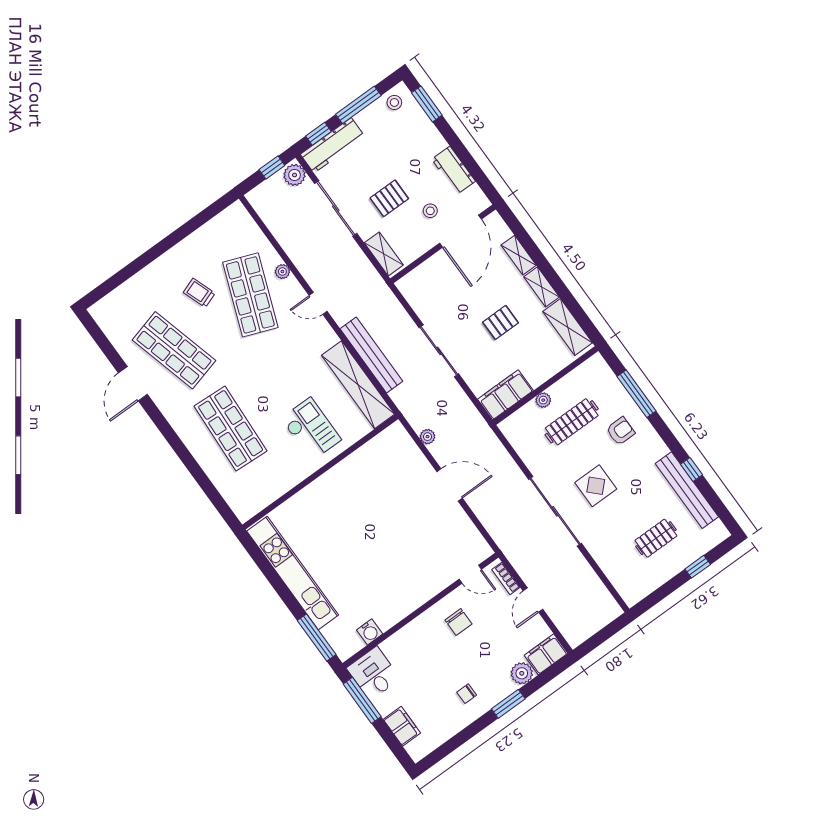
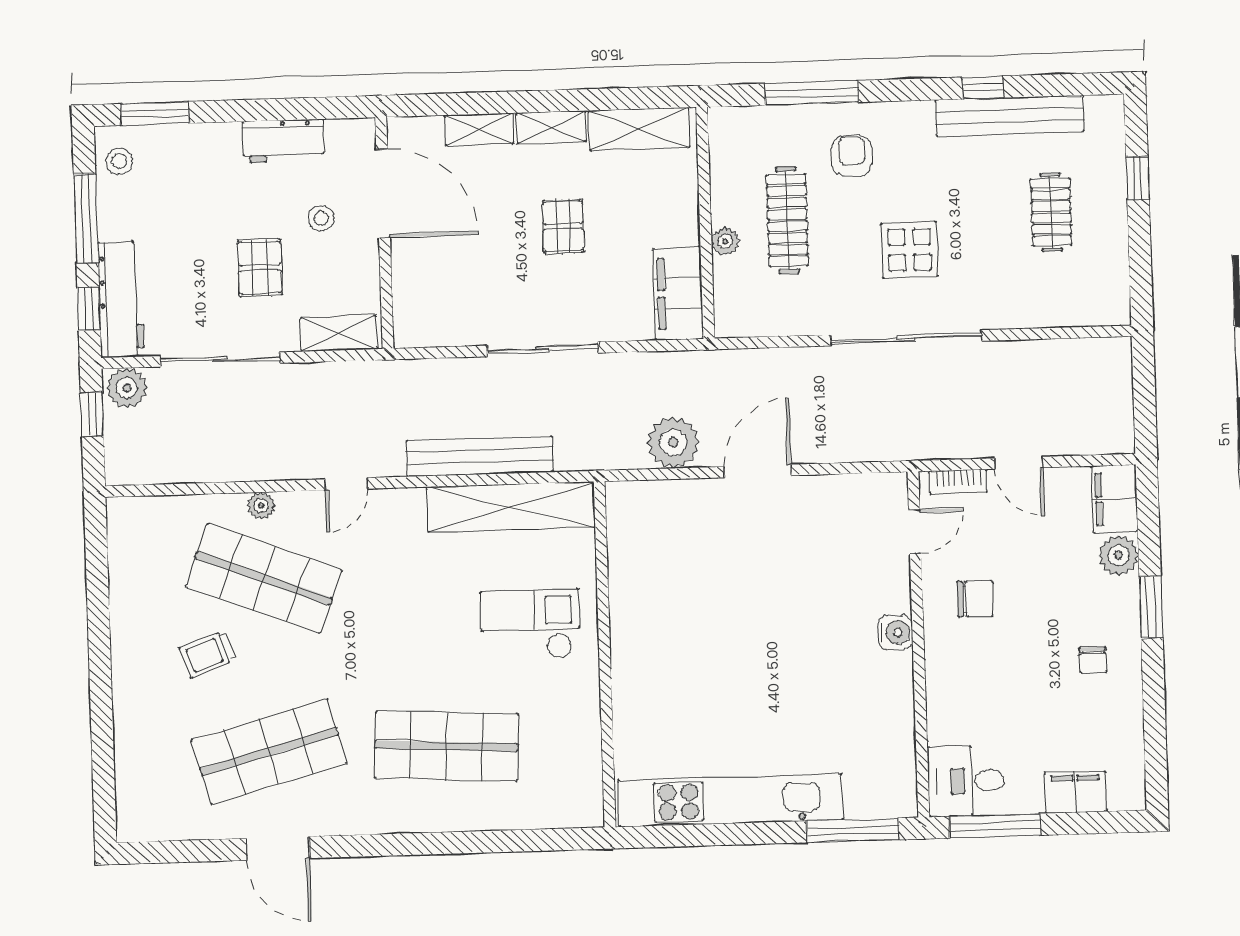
plant: (428, 437) -> (673, 442), width x1.88, depth x1.88
water cooler: (370, 632) -> (895, 632), moved

